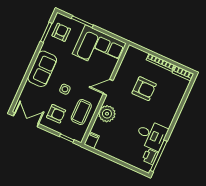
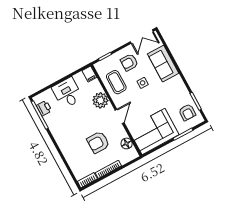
floor lamp: (127, 64) -> (127, 143), added
sofa: (42, 69) -> (163, 64), moved
desk: (151, 135) -> (67, 93), moved, turned 90

